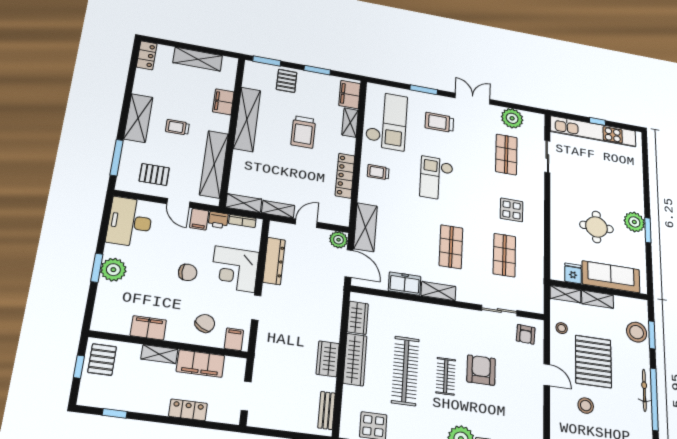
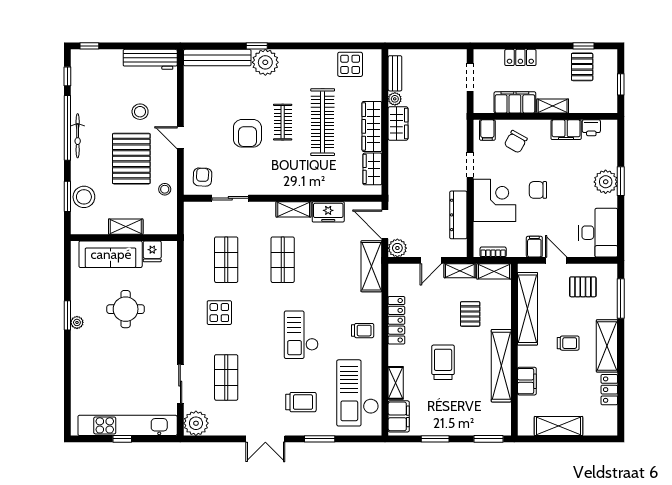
locker: (147, 55) -> (609, 390), moved
pallet: (287, 81) -> (470, 314), moved
plant: (512, 118) -> (196, 423), moved
checkout: (436, 178) -> (301, 335), turned 180
printer: (218, 220) -> (591, 128), moved, turned 180
plant: (634, 222) -> (77, 322), width x0.53, depth x0.53
shelving: (565, 294) -> (161, 227), removed
pallet: (102, 360) -> (582, 67), moved
plant: (329, 384) -> (395, 99), added

